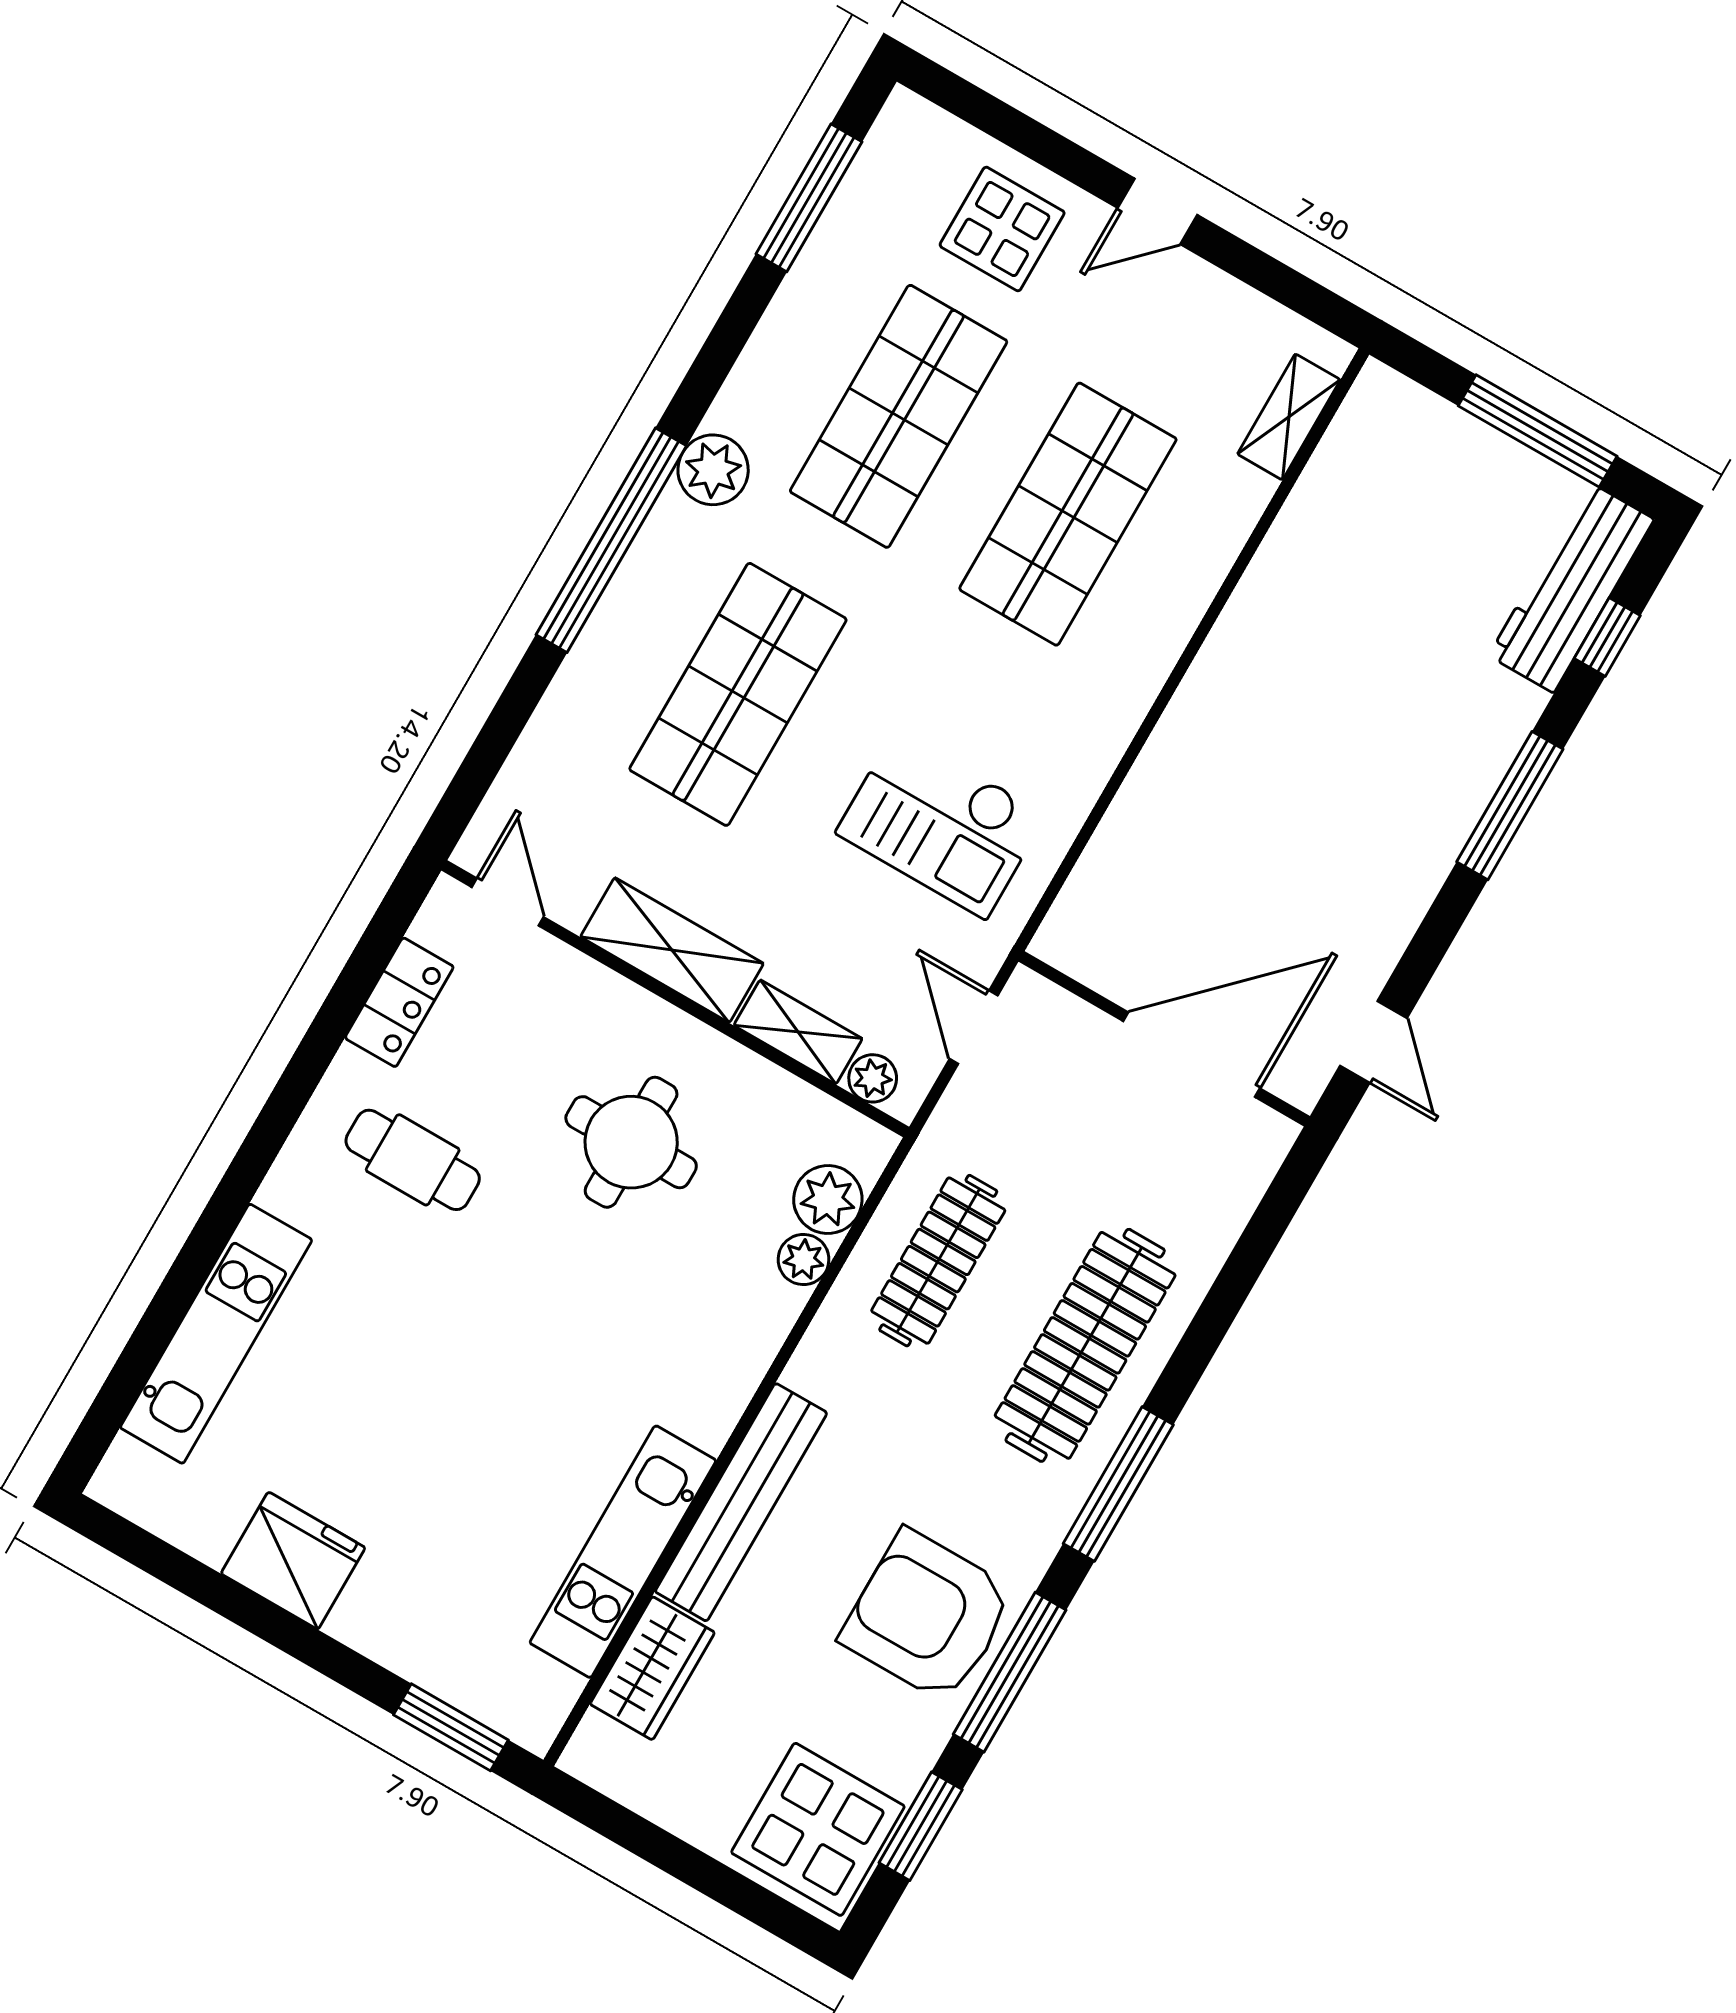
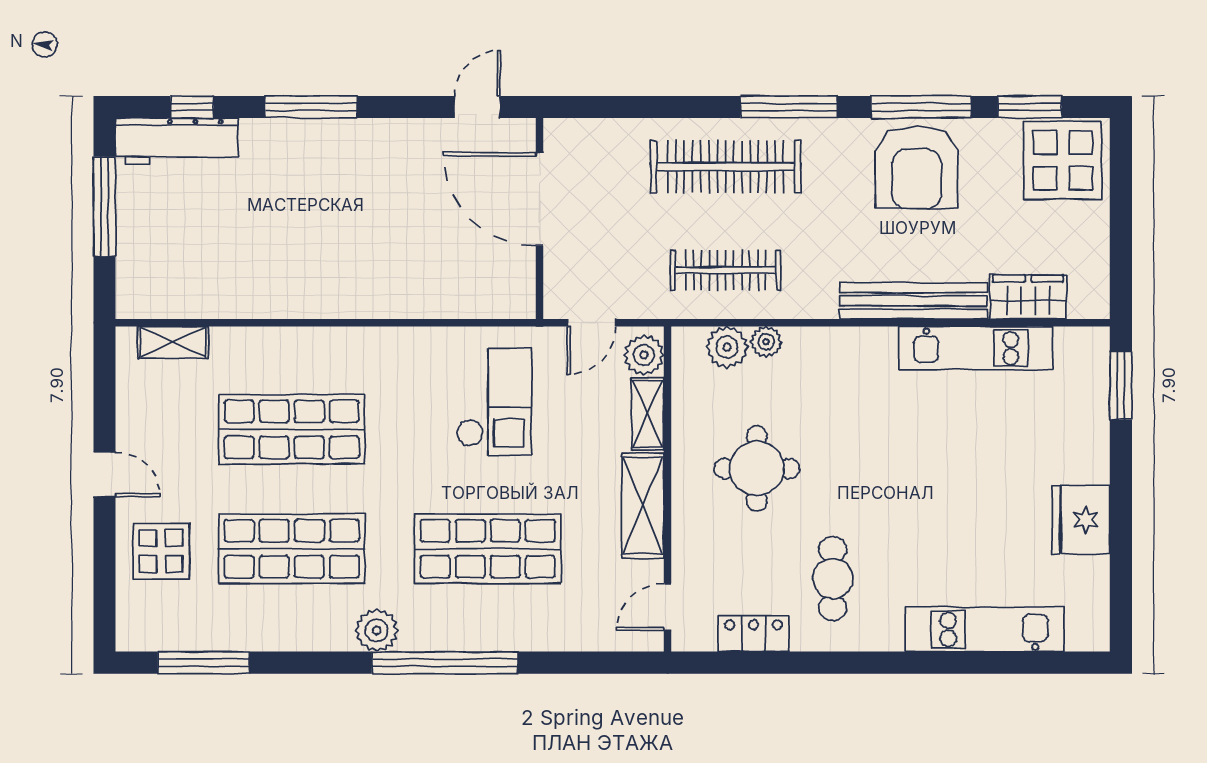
plant: (873, 1078) -> (644, 355), width x1.38, depth x1.38

